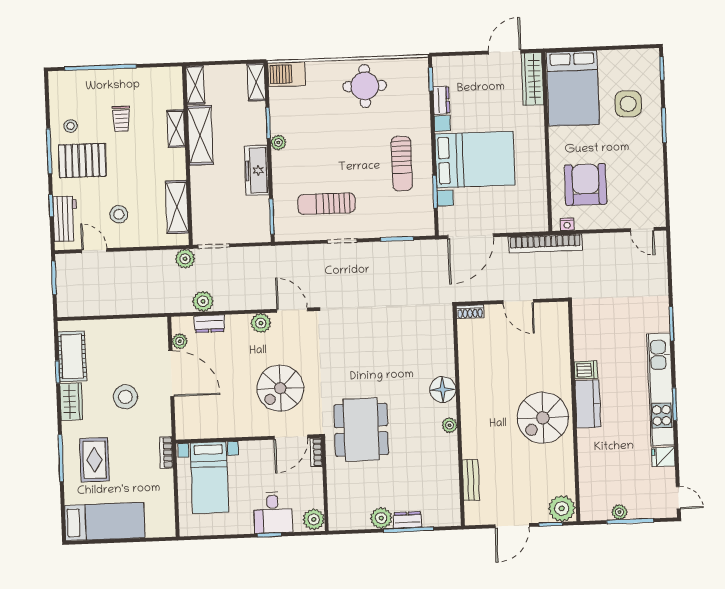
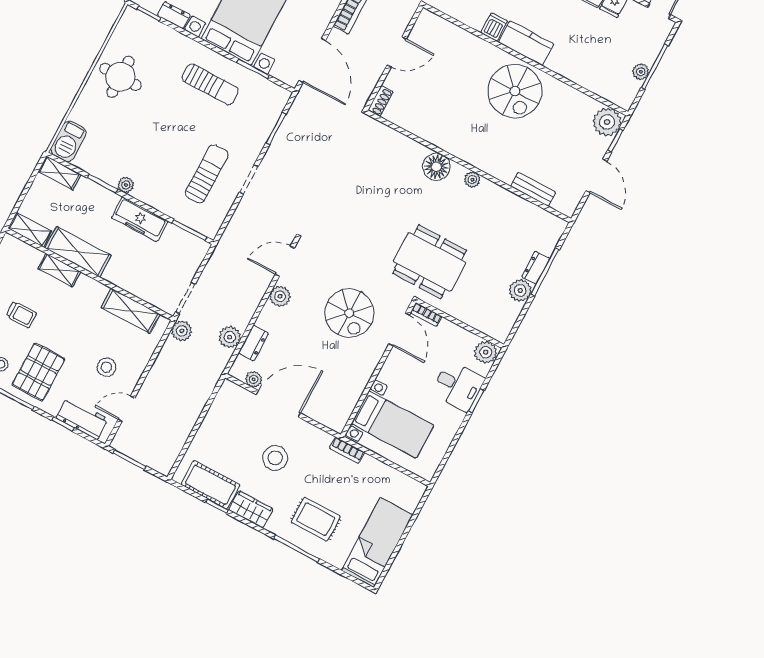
sun lounger: (326, 204) -> (207, 174), turned 180

